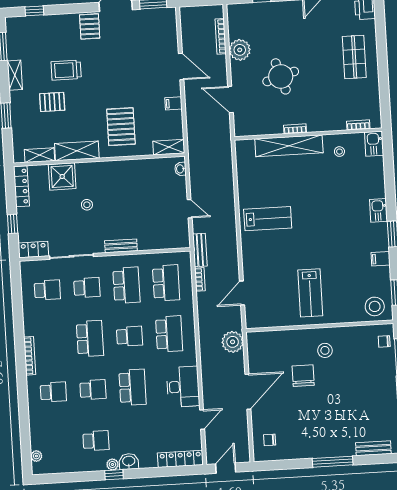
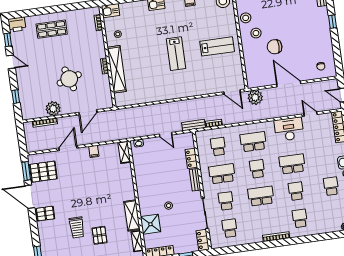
pallet: (121, 127) -> (43, 172), moved
door: (190, 209) -> (166, 134), swing flipped
lab bench: (268, 219) -> (176, 54), moved, turned 180
locker: (152, 243) -> (191, 158), added
school desk: (166, 283) -> (218, 147), width x0.54
door: (242, 293) -> (232, 92), moved
stool: (348, 337) -> (246, 18), added
window: (333, 462) -> (332, 22), width x0.46

